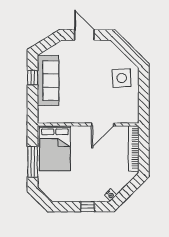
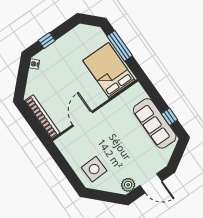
plant: (103, 47) -> (128, 185), added

